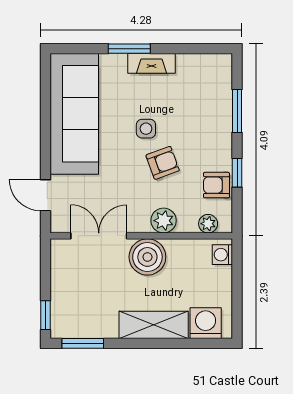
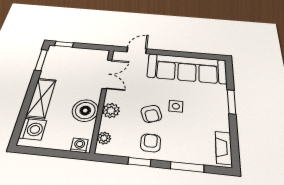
fireplace: (152, 63) -> (224, 148), moved
armchair: (216, 185) -> (151, 143), moved
boiler: (147, 257) -> (85, 110), moved

